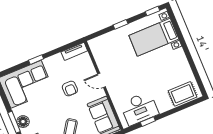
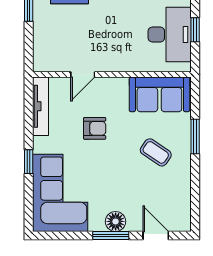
tv unit: (74, 51) -> (41, 106), width x1.41
door: (102, 80) -> (83, 75), moved

